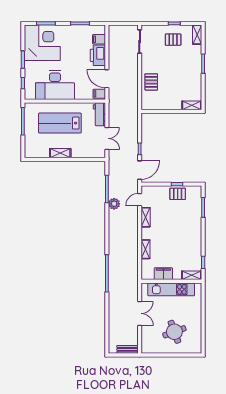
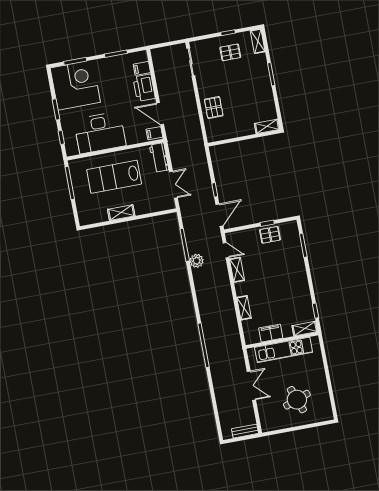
door: (140, 200) -> (226, 250), swing flipped

